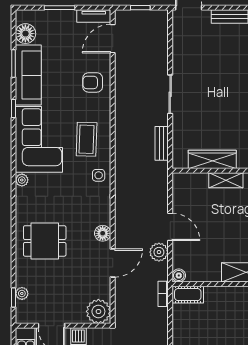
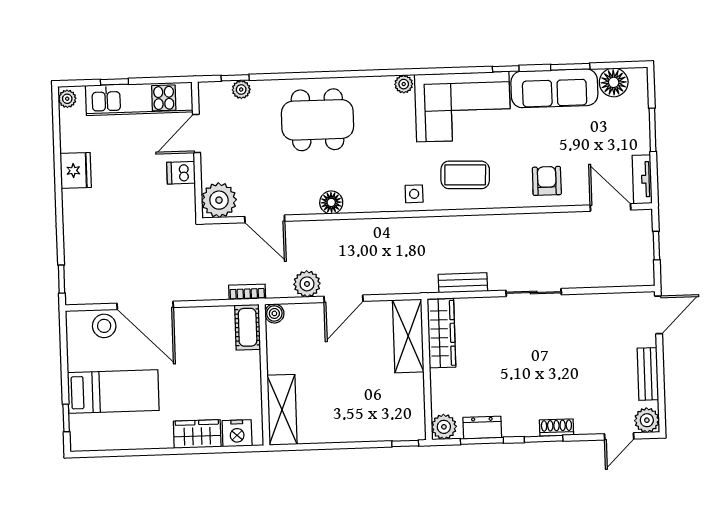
wardrobe: (212, 159) -> (441, 333), moved
shelving: (226, 180) -> (408, 336), moved, width x1.50, depth x1.33
dining table: (45, 241) -> (317, 120), width x1.38
door: (113, 263) -> (265, 219), moved

